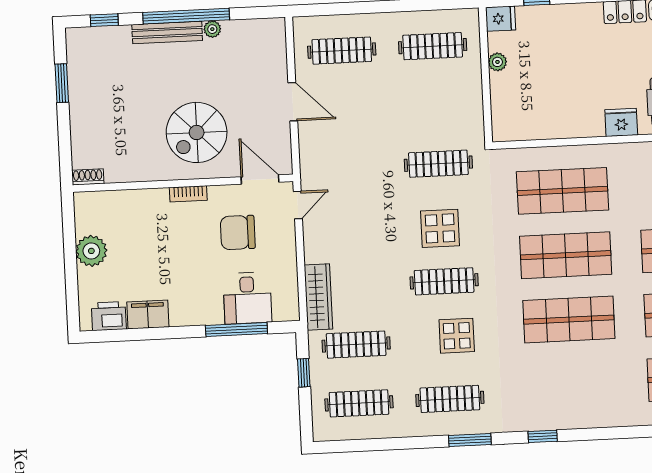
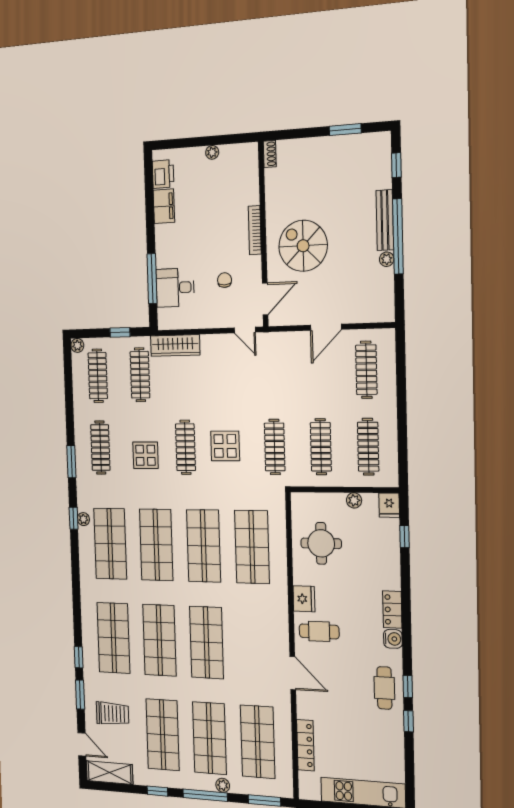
round table: (552, 102) -> (321, 543), added
clothes rail: (435, 105) -> (321, 447), added
bookcase: (188, 194) -> (255, 230), width x1.56
chair: (238, 233) -> (225, 280), width x0.54, depth x0.54
plant: (91, 251) -> (212, 152), width x0.53, depth x0.53
shop shelf: (572, 384) -> (110, 544), added
plant: (543, 422) -> (83, 519), added
plant: (321, 433) -> (77, 345), added

